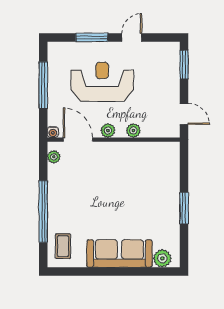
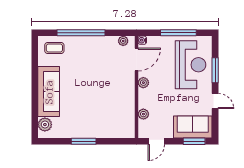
sofa: (166, 66) -> (193, 127), added
reception desk: (102, 82) -> (191, 65), moved
plant: (133, 131) -> (143, 114), moved

